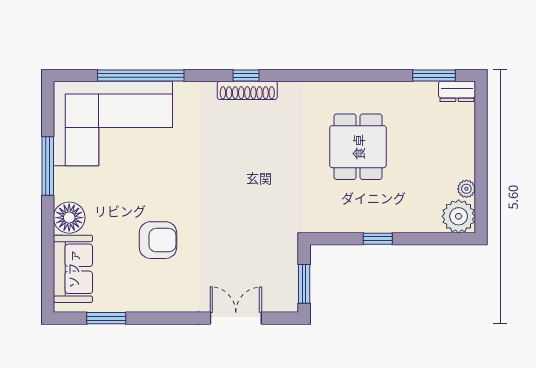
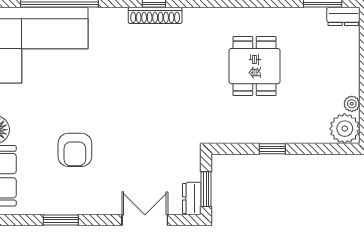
armchair: (158, 240) -> (75, 150), turned 90
dresser: (288, 294) -> (192, 199), added
window: (106, 318) -> (61, 220), moved

